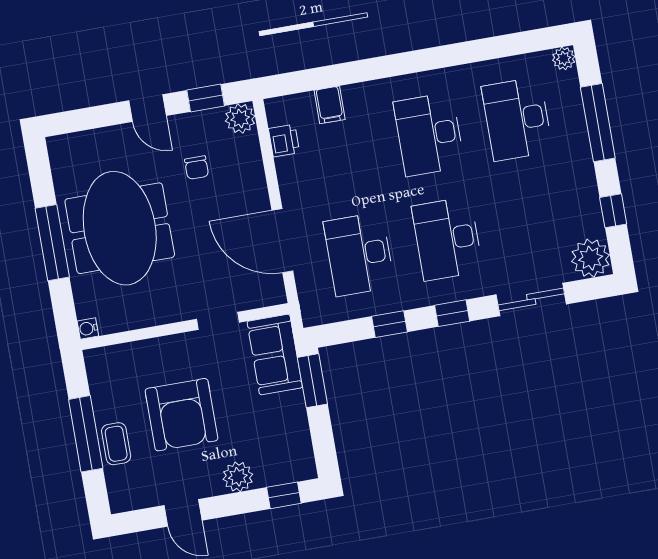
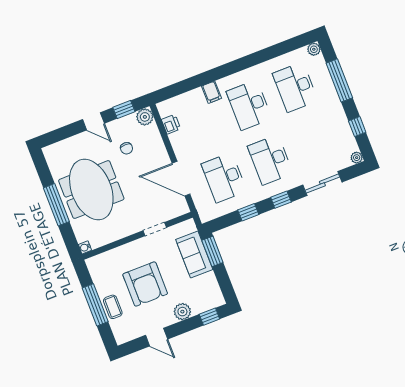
filing cabinet: (330, 105) -> (212, 92), moved
plant: (591, 258) -> (357, 158), width x0.53, depth x0.53
sofa: (275, 355) -> (194, 255), moved

